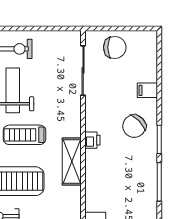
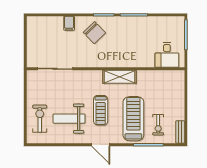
chair: (115, 47) -> (39, 46), removed
printer: (92, 140) -> (104, 62), removed

